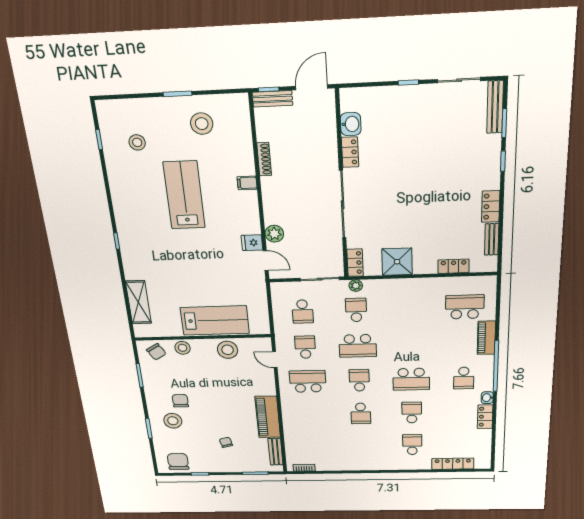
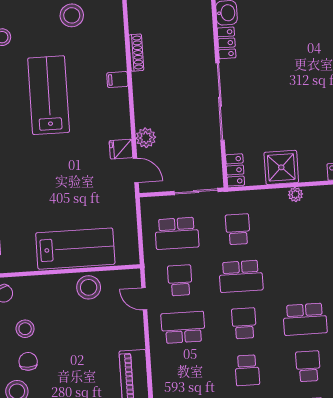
plant: (356, 286) -> (295, 194), moved
school desk: (303, 311) -> (177, 233), width x1.85
stool: (183, 348) -> (25, 329), moved

